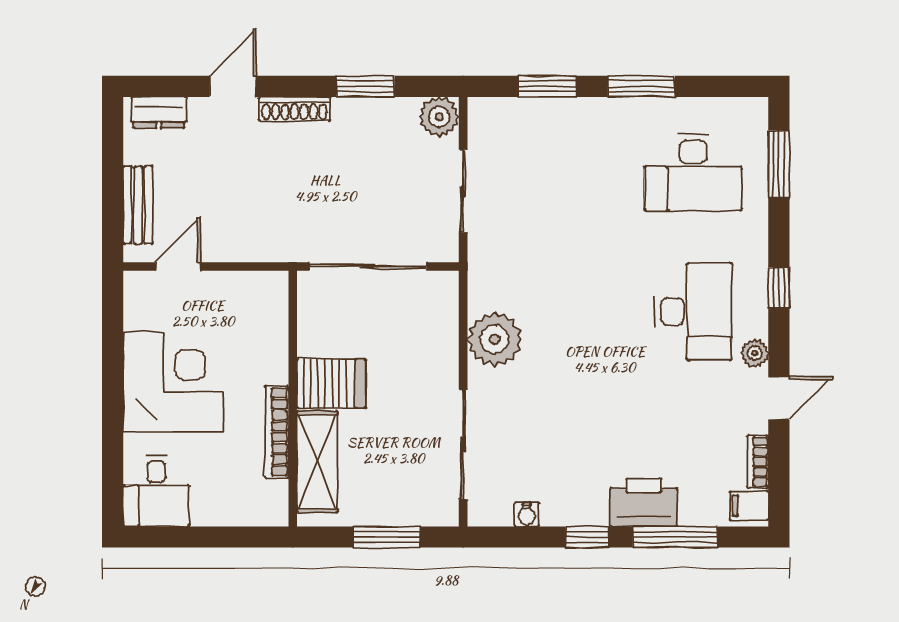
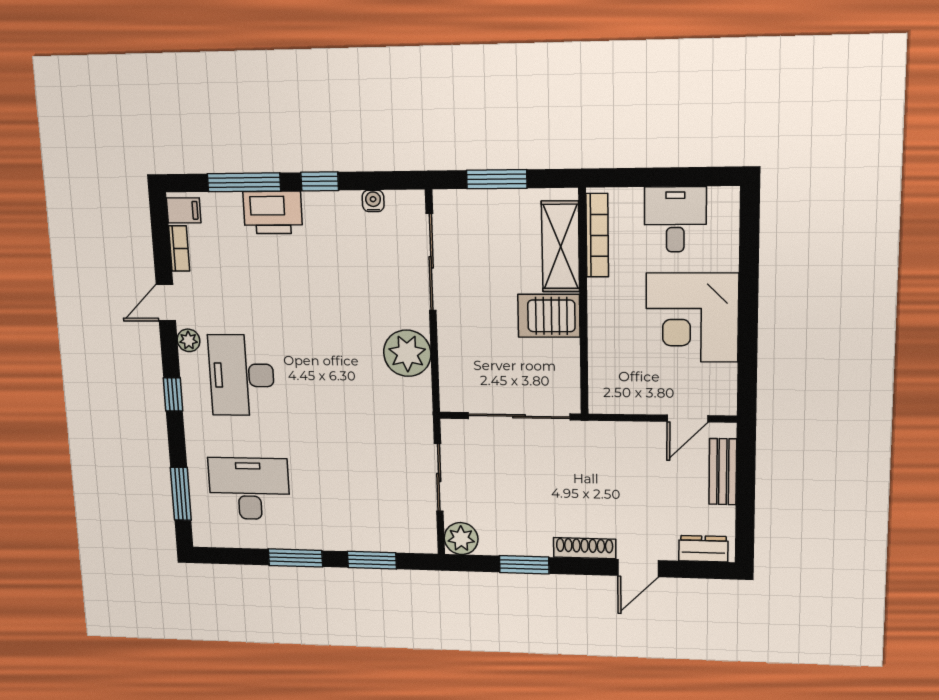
bookcase: (277, 432) -> (597, 235), moved
desk: (156, 491) -> (675, 219), moved

